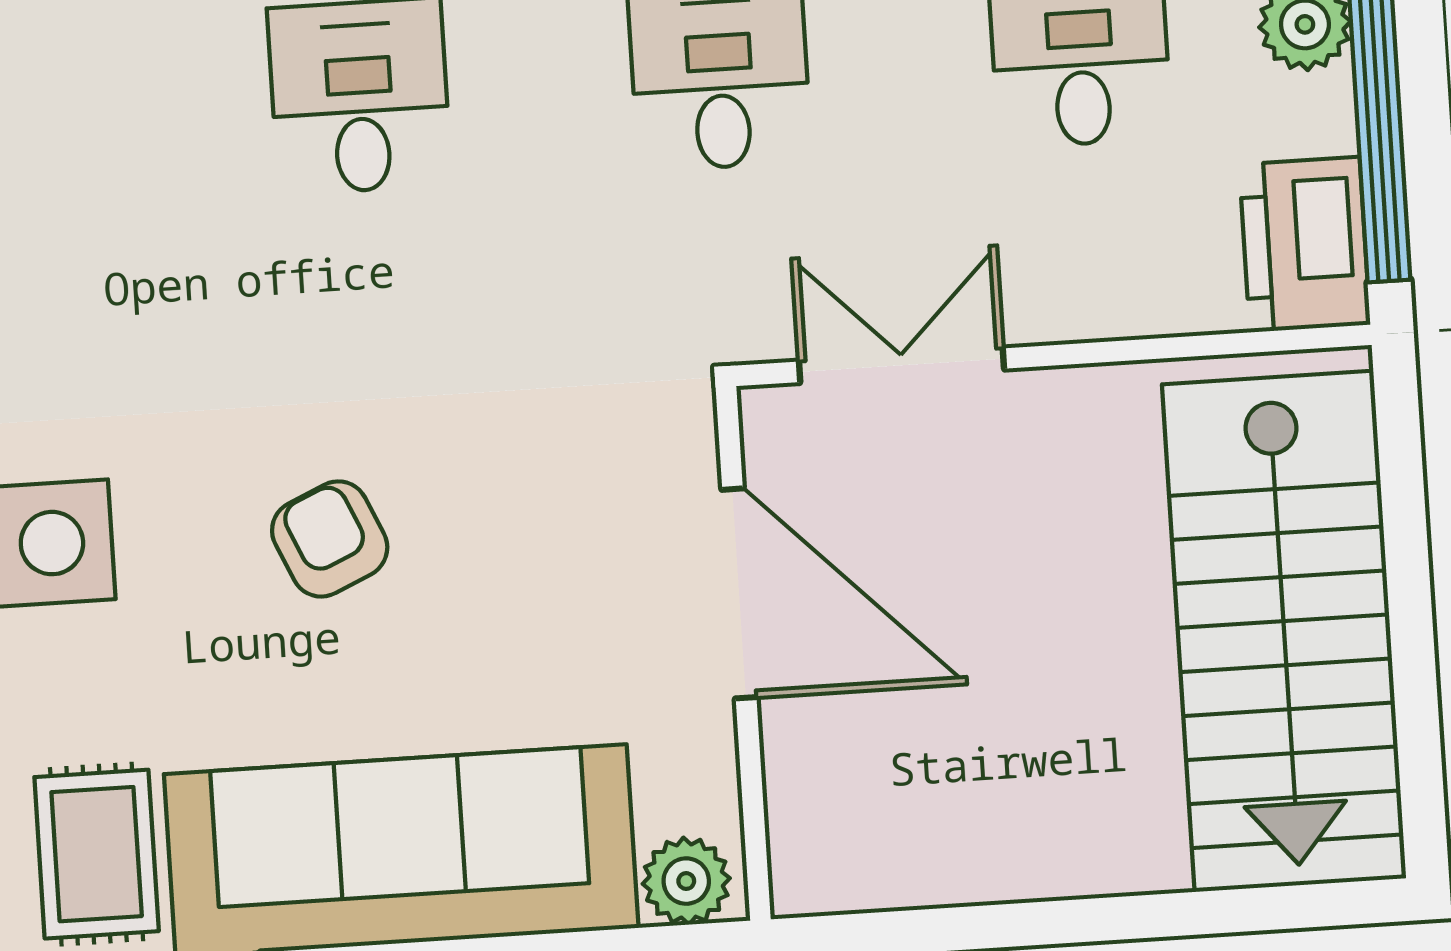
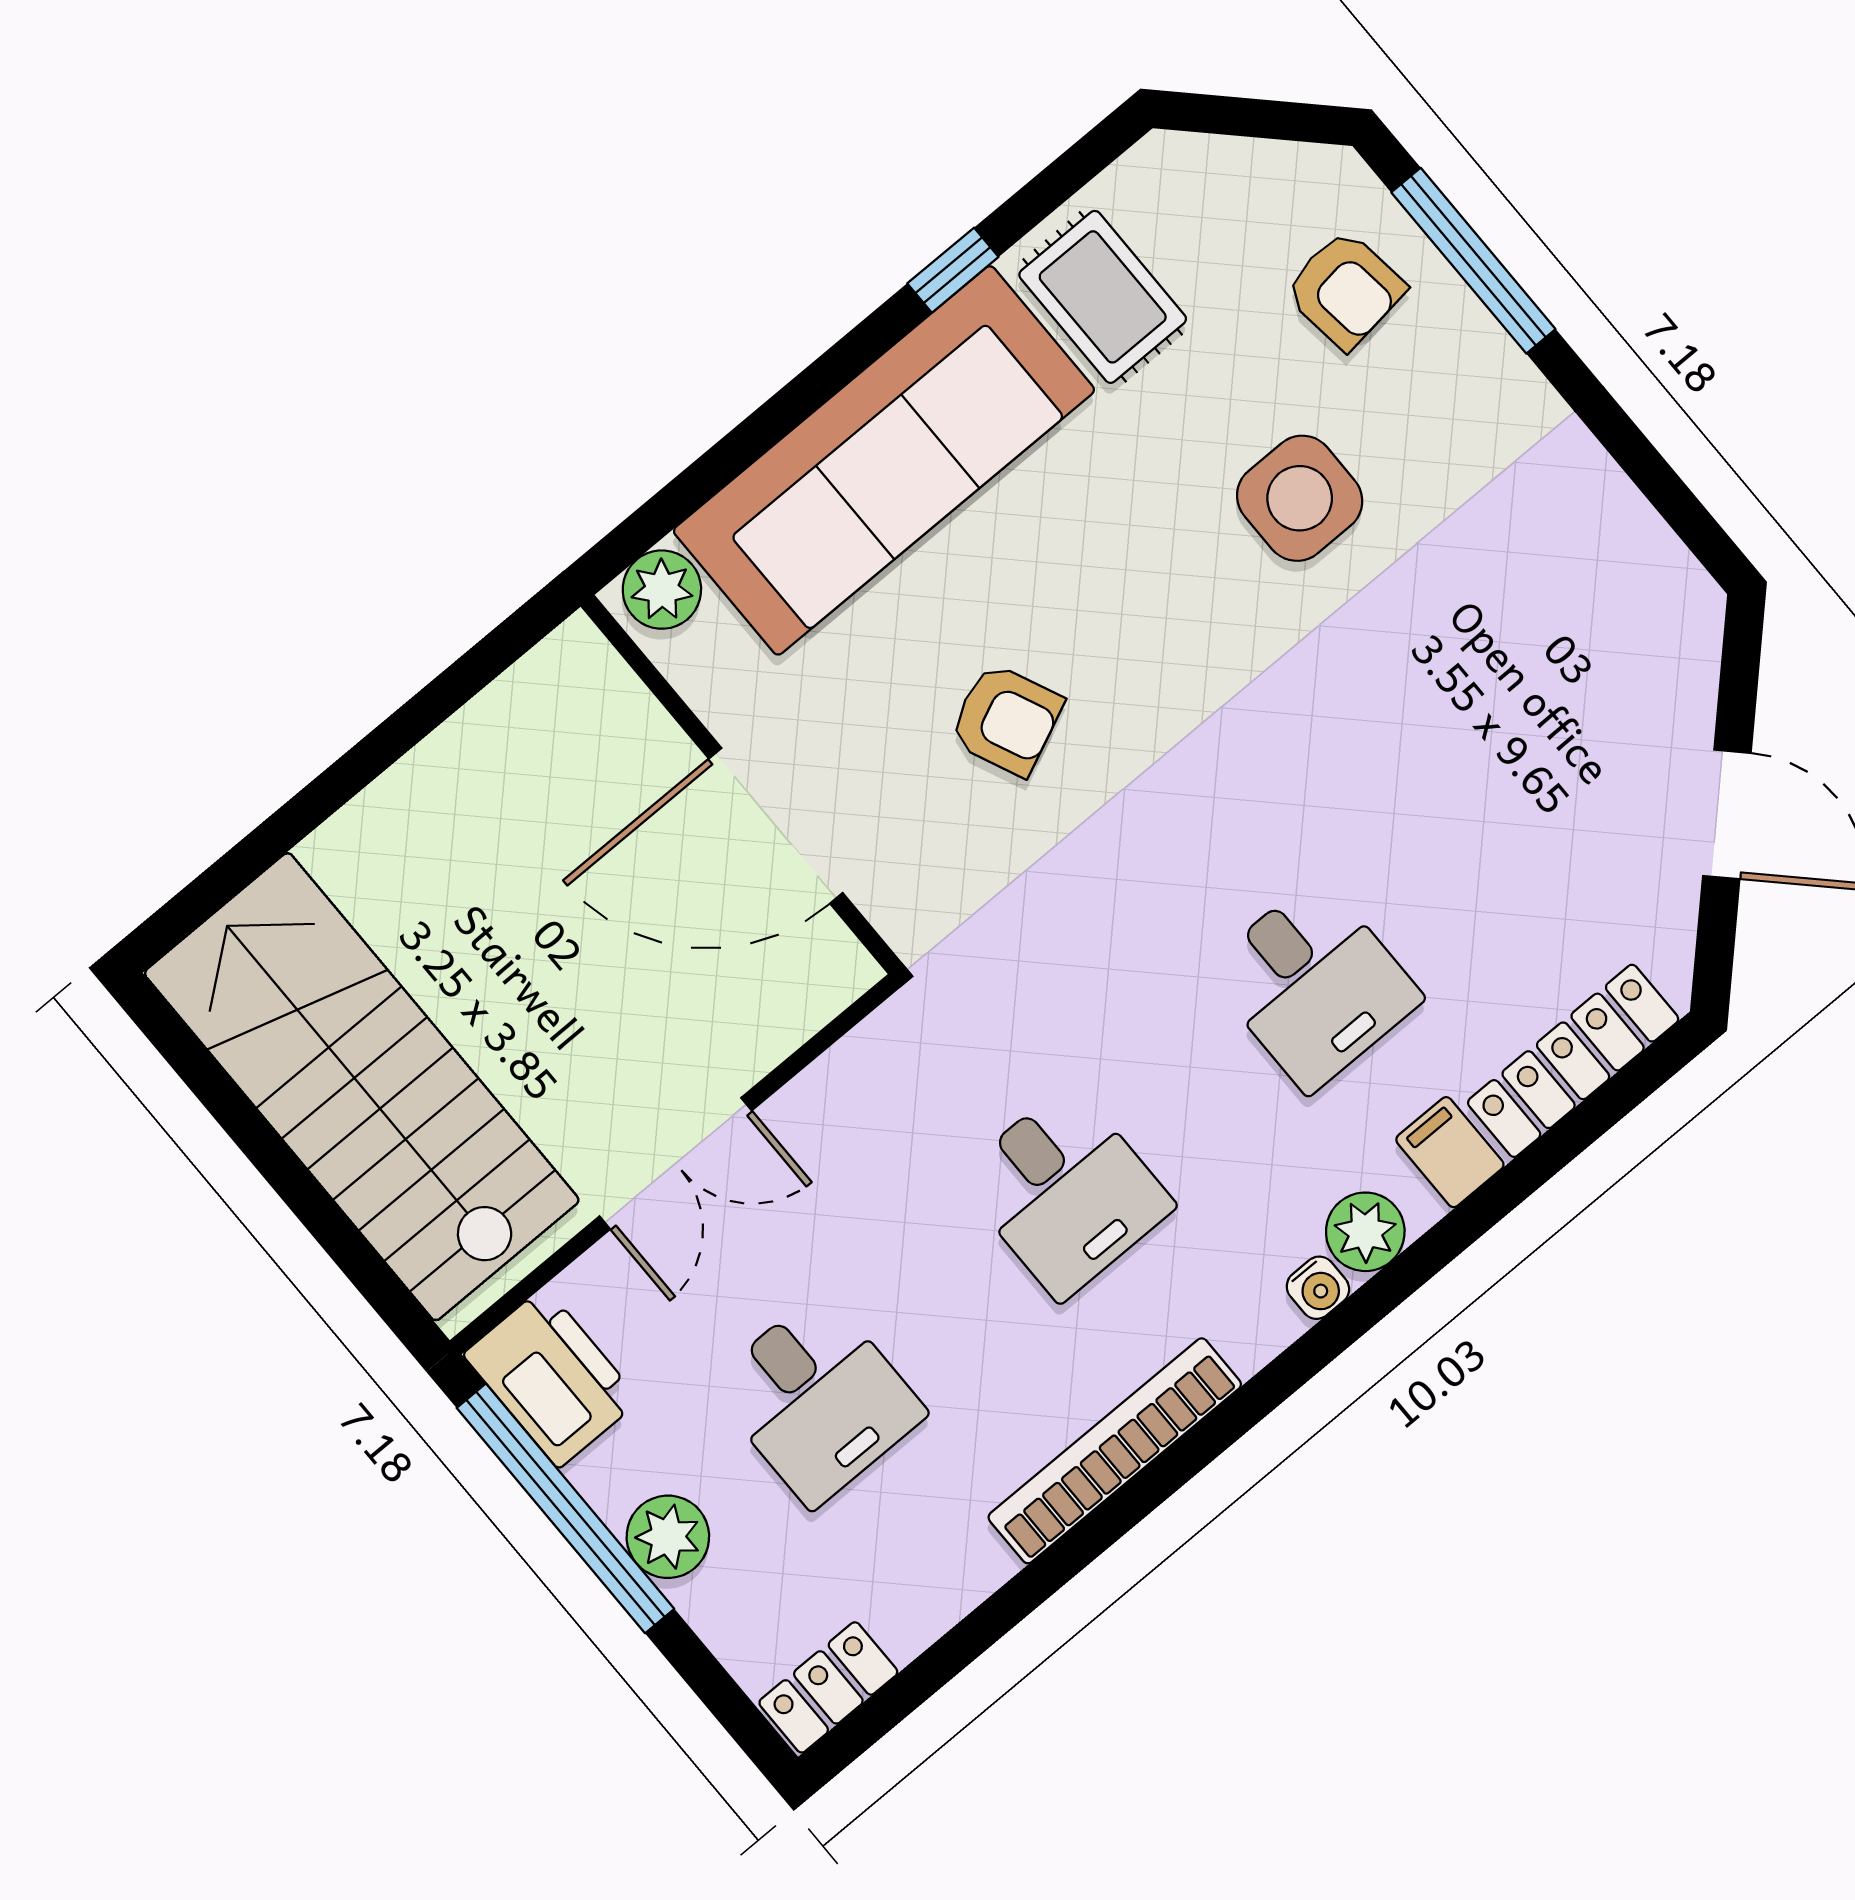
double door: (902, 365) -> (676, 1163), moved
armchair: (330, 539) -> (1006, 719), moved

